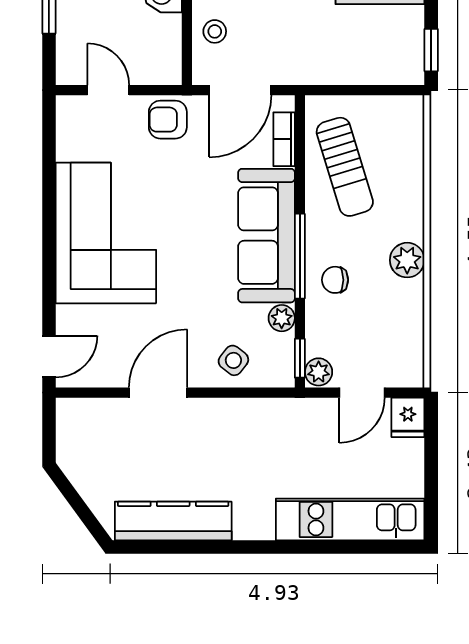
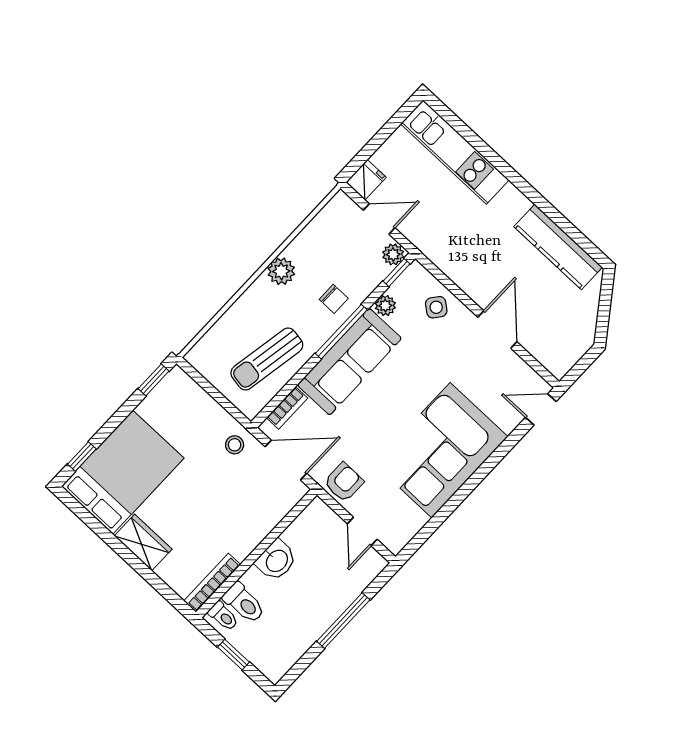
stool: (215, 31) -> (235, 445), moved
armchair: (168, 120) -> (344, 482), turned -90
sun lounger: (345, 167) -> (267, 359), turned -153
door: (158, 393) -> (497, 330), swing flipped

